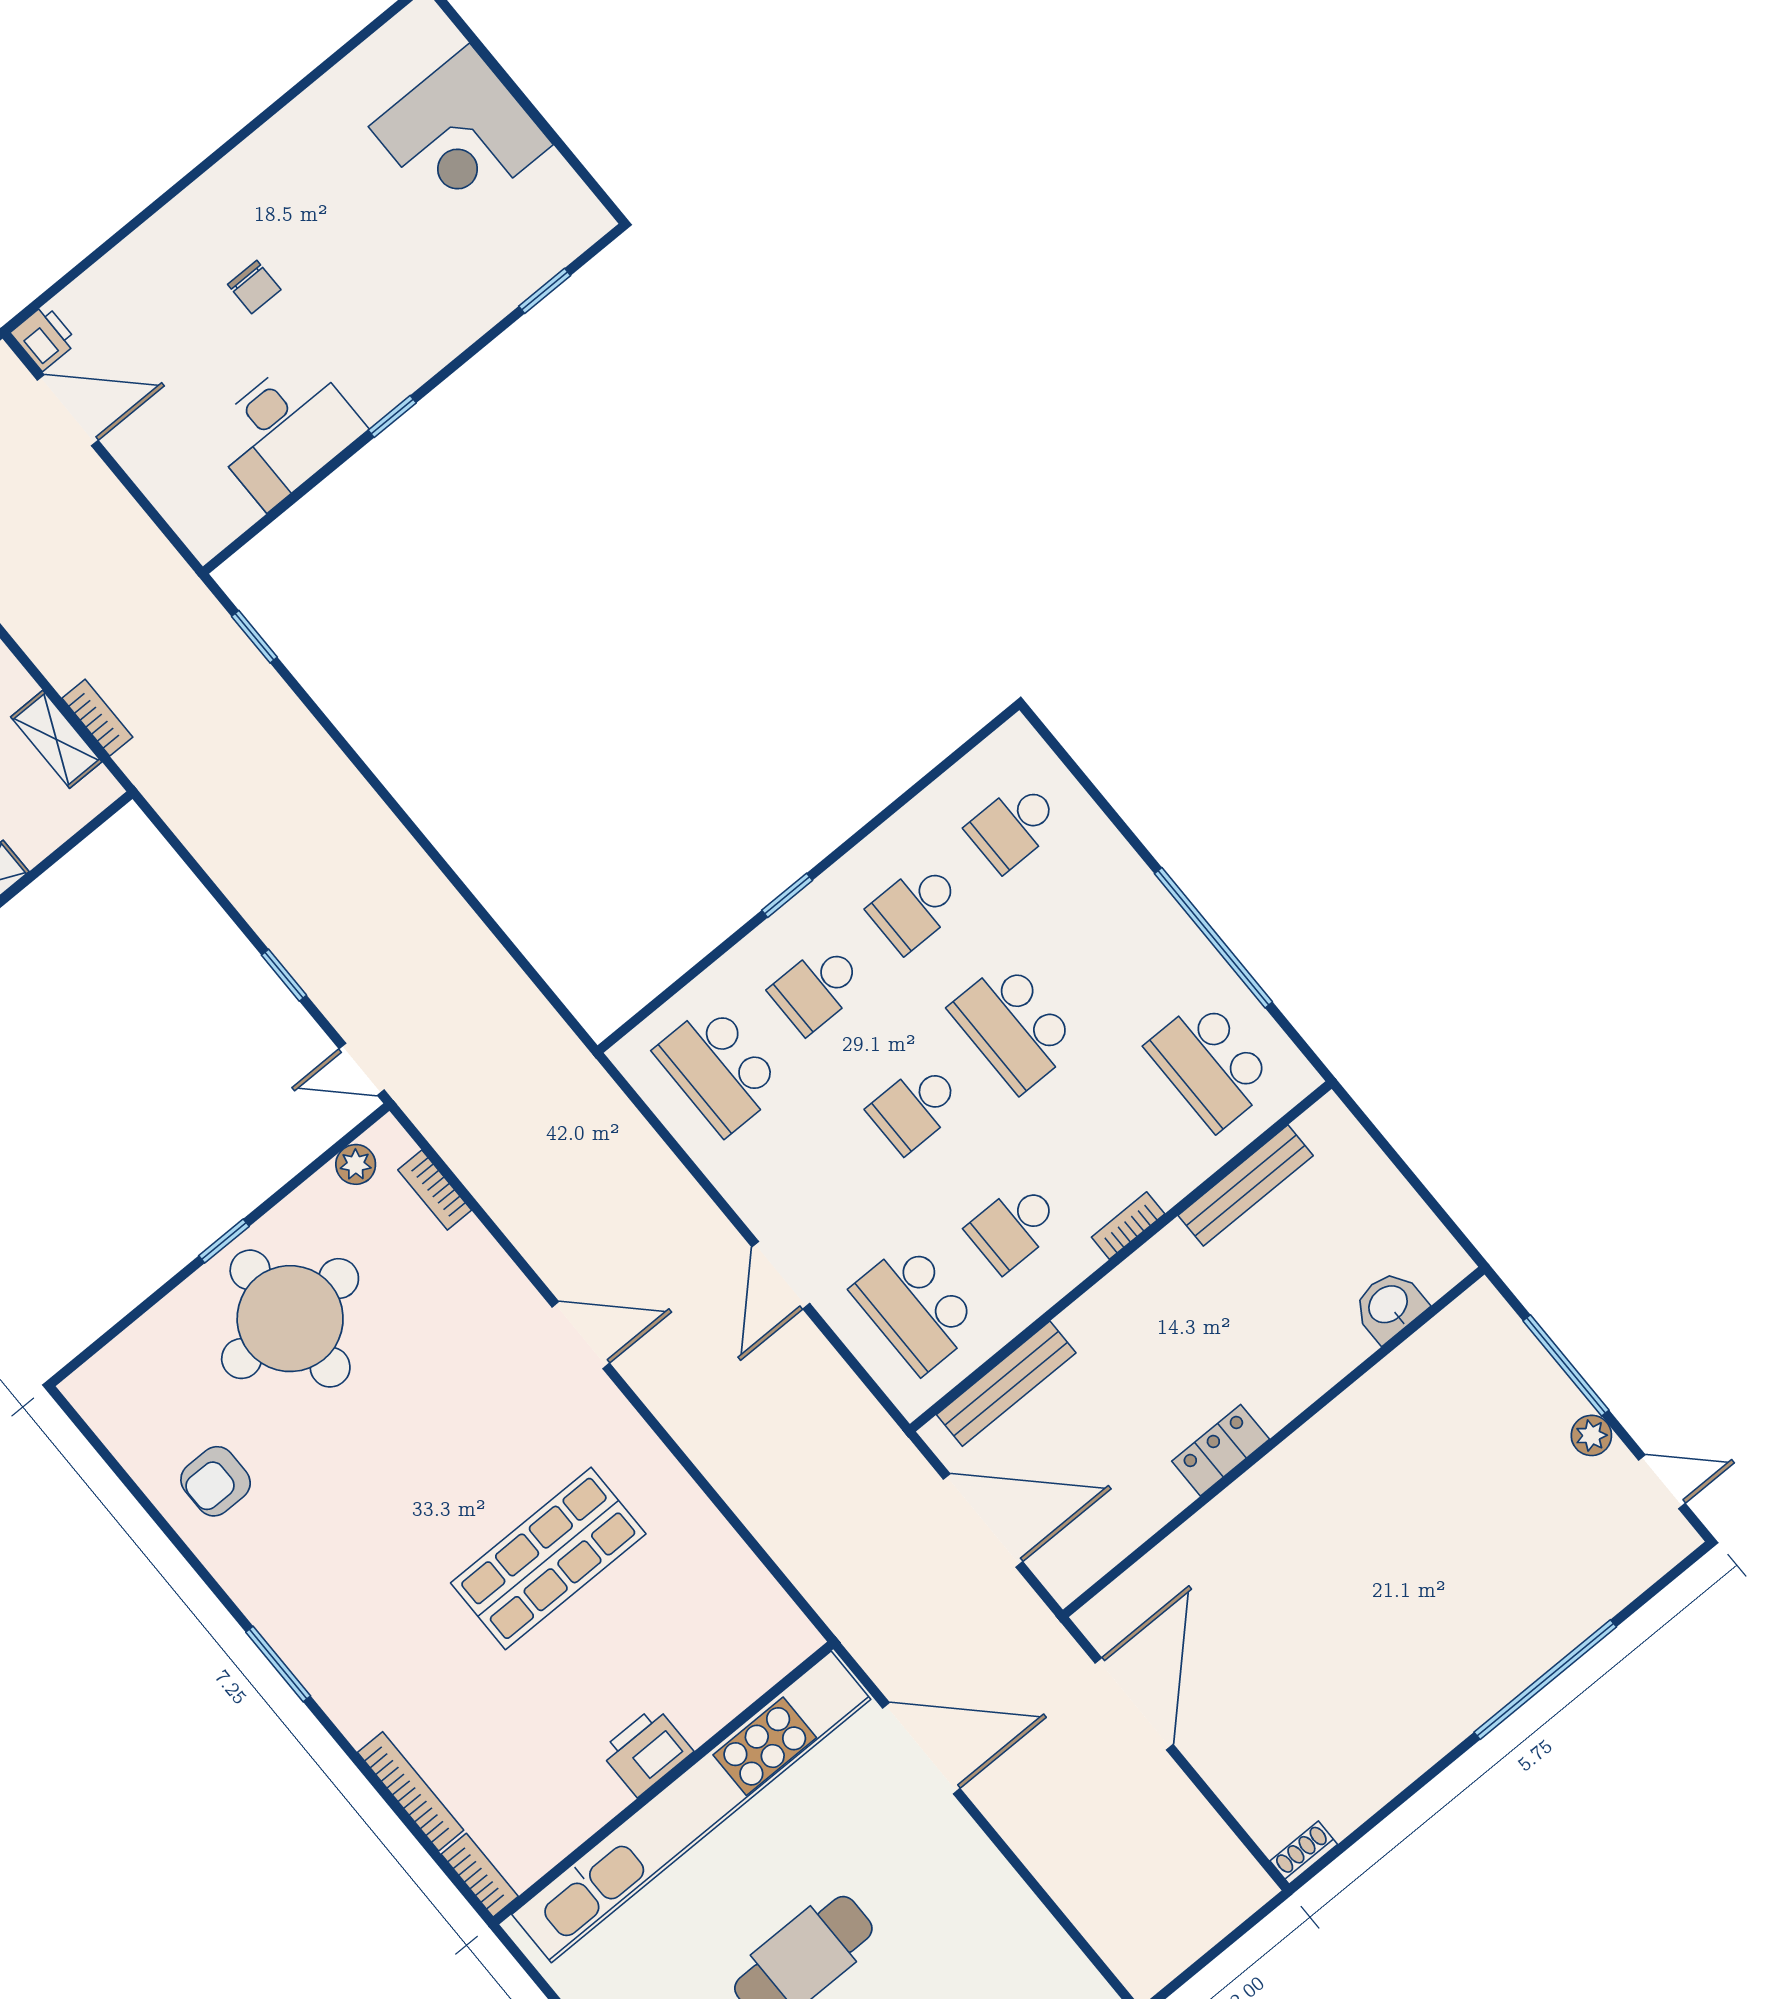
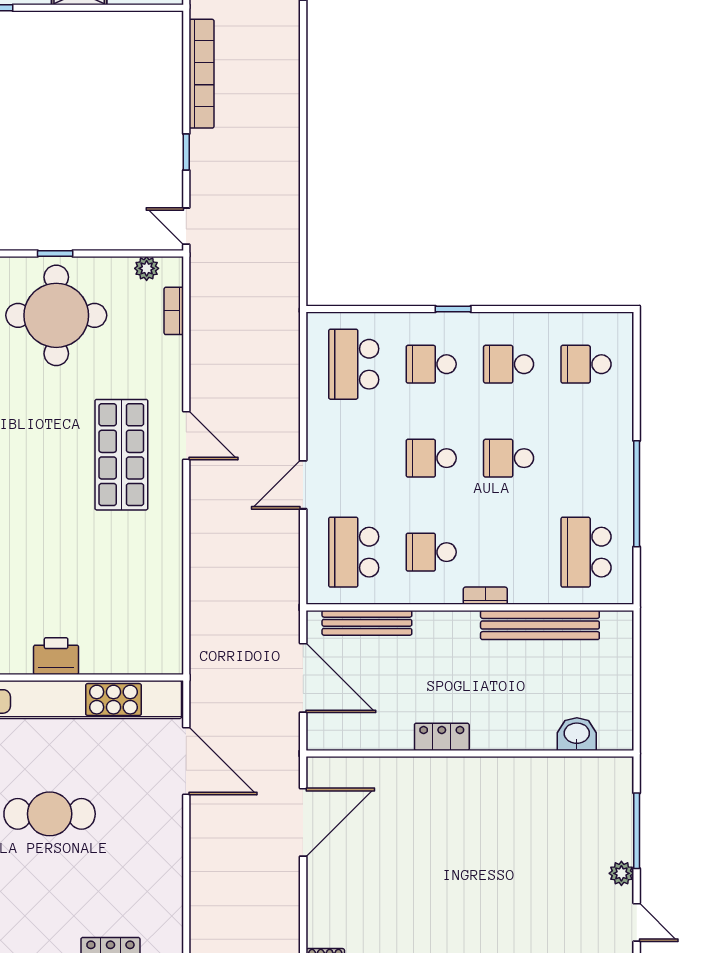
bookcase: (222, 860) -> (201, 74), added
school desk: (1014, 1026) -> (509, 458), width x0.54
bench: (1246, 1185) -> (540, 625), width x1.37, depth x1.21
shop shelf: (548, 1558) -> (121, 455), moved, turned 90

